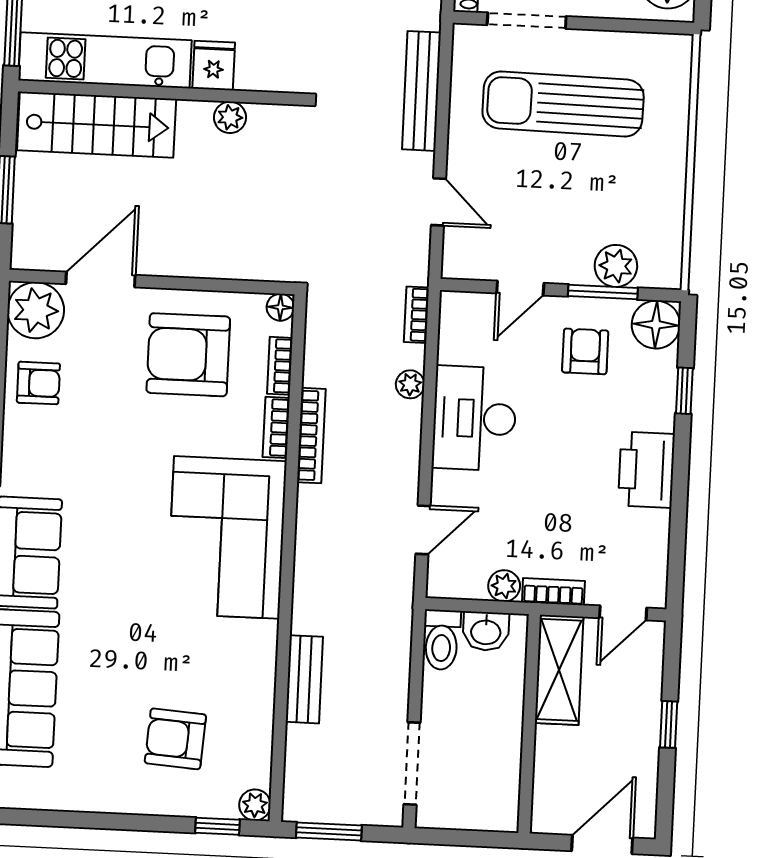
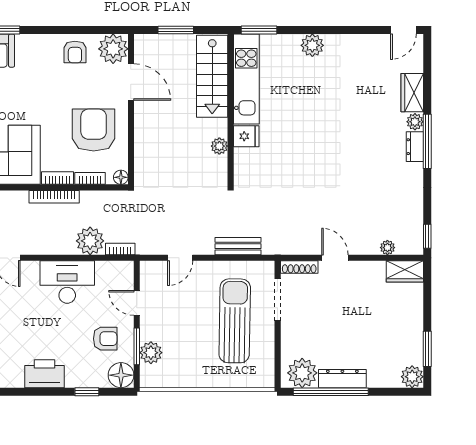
bench: (422, 91) -> (238, 246), width x0.73
plant: (410, 384) -> (90, 241), width x1.87, depth x1.87

